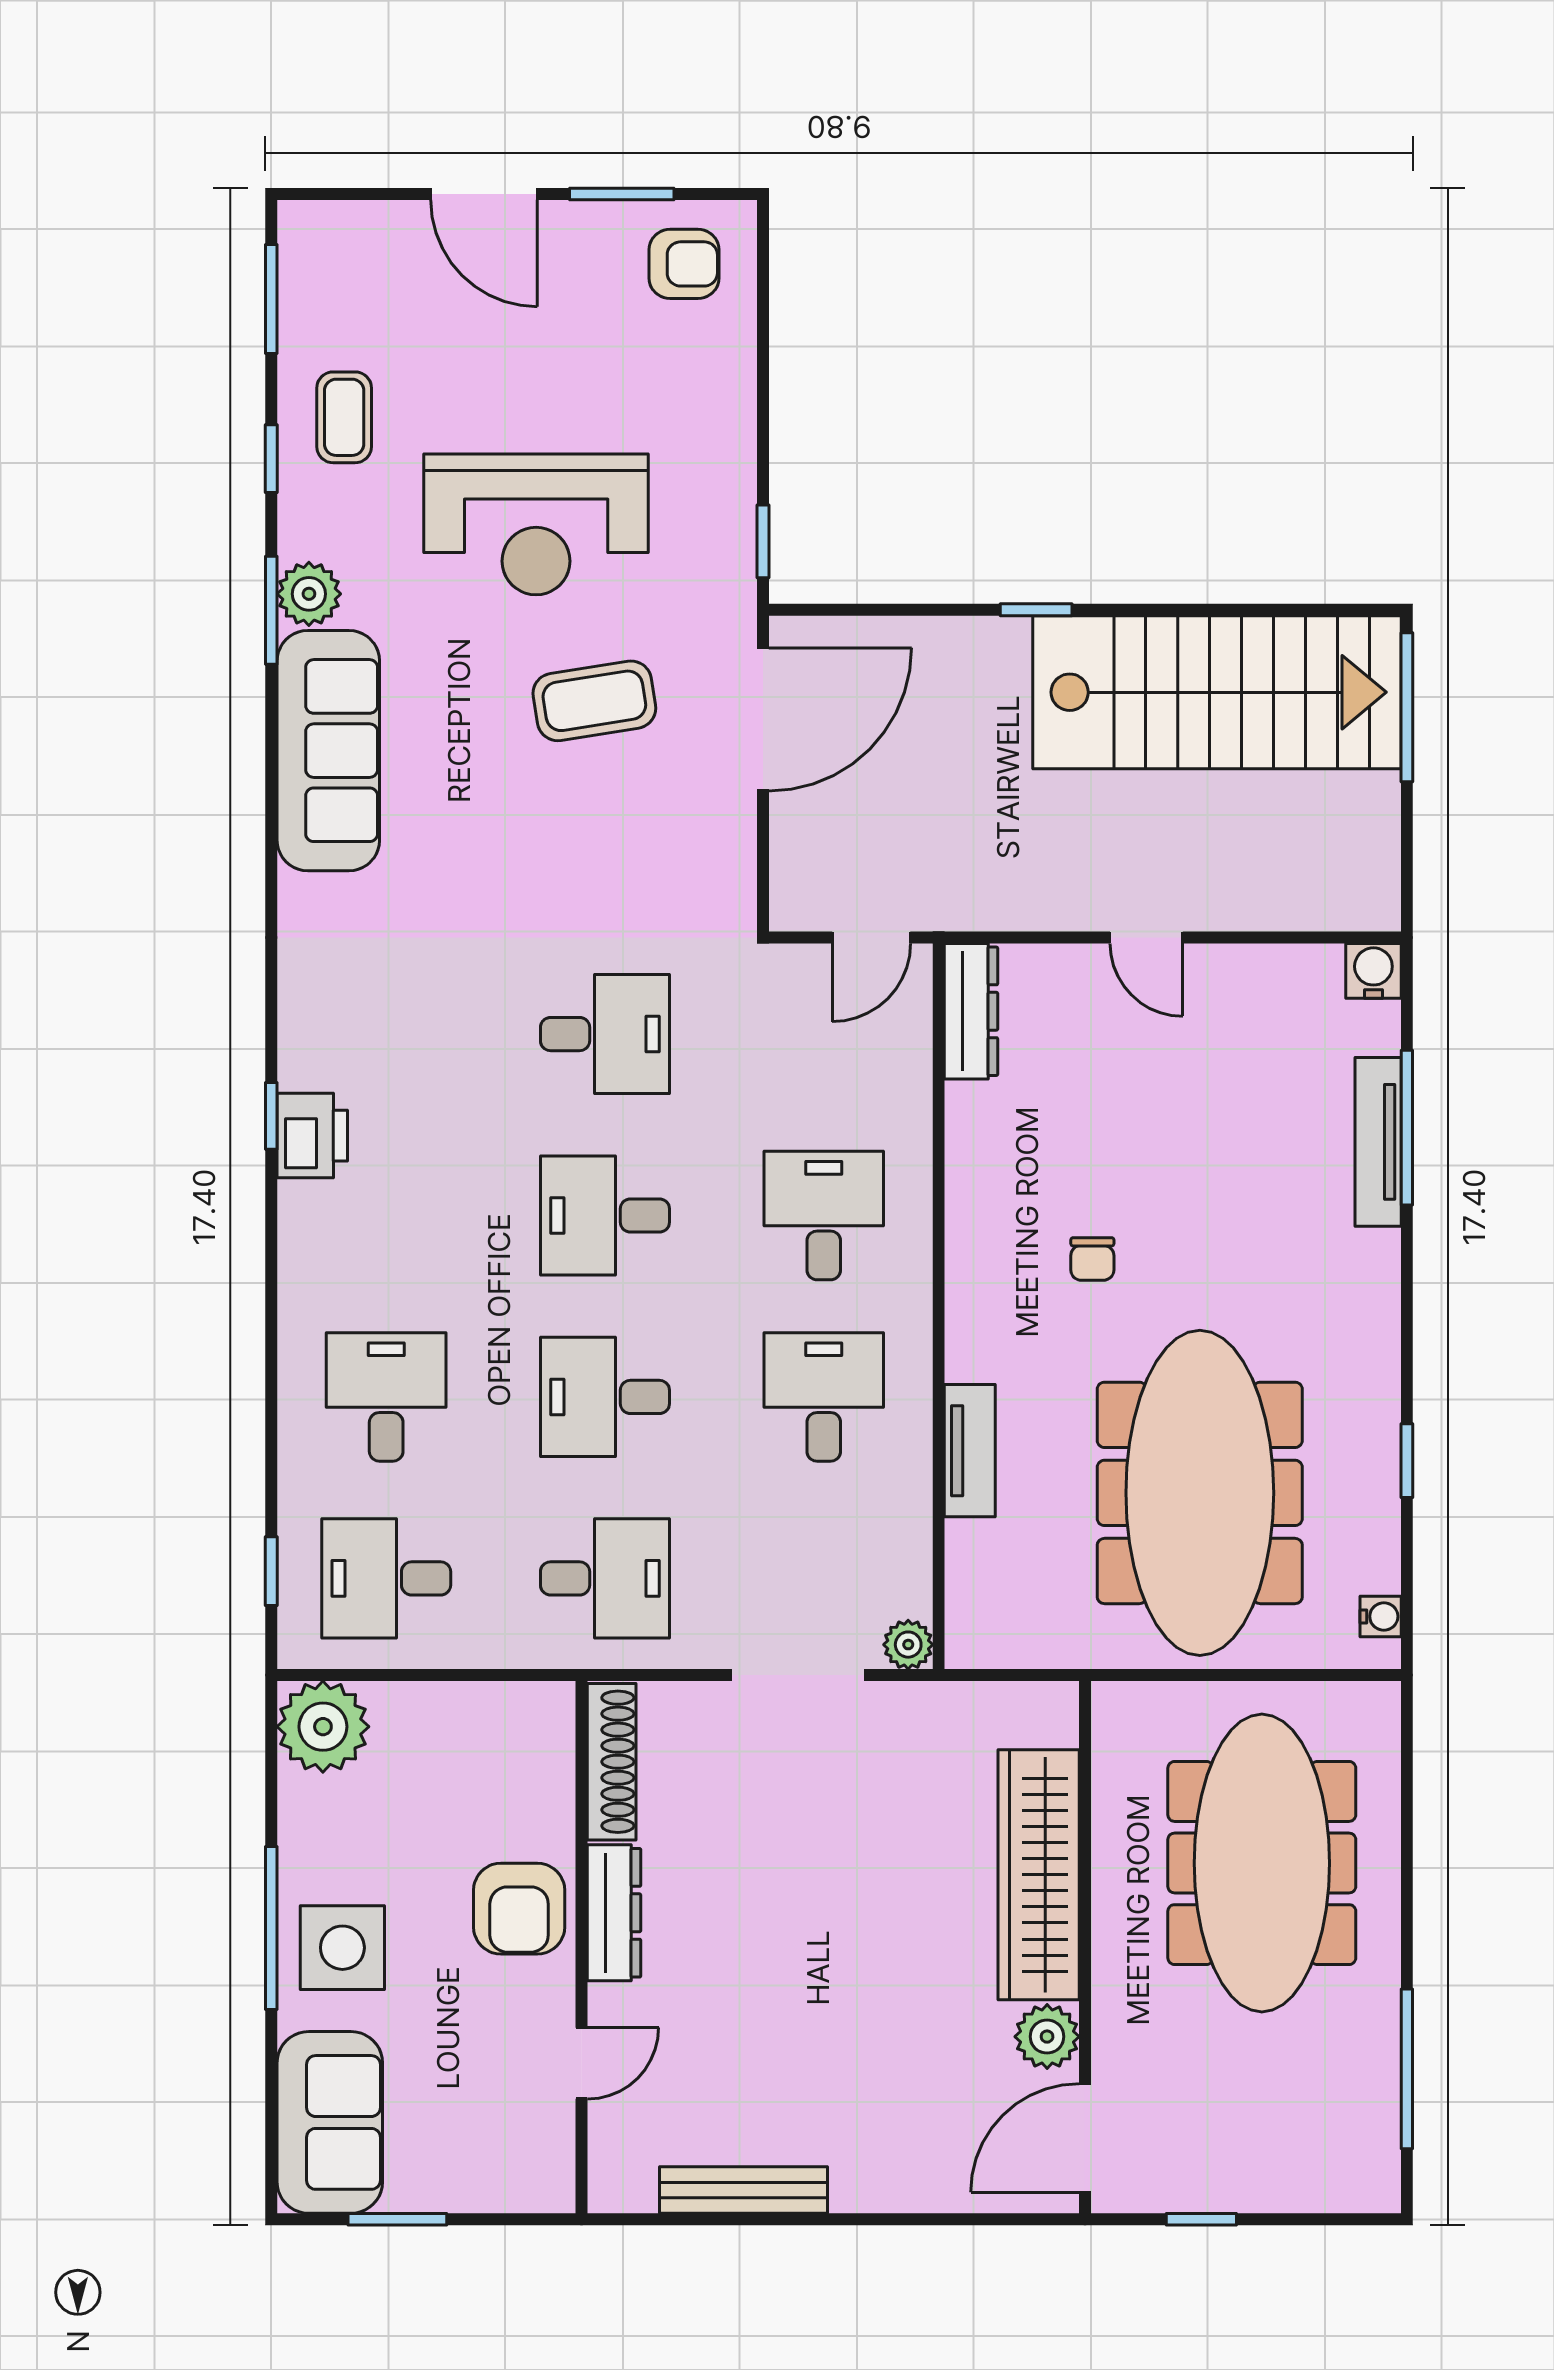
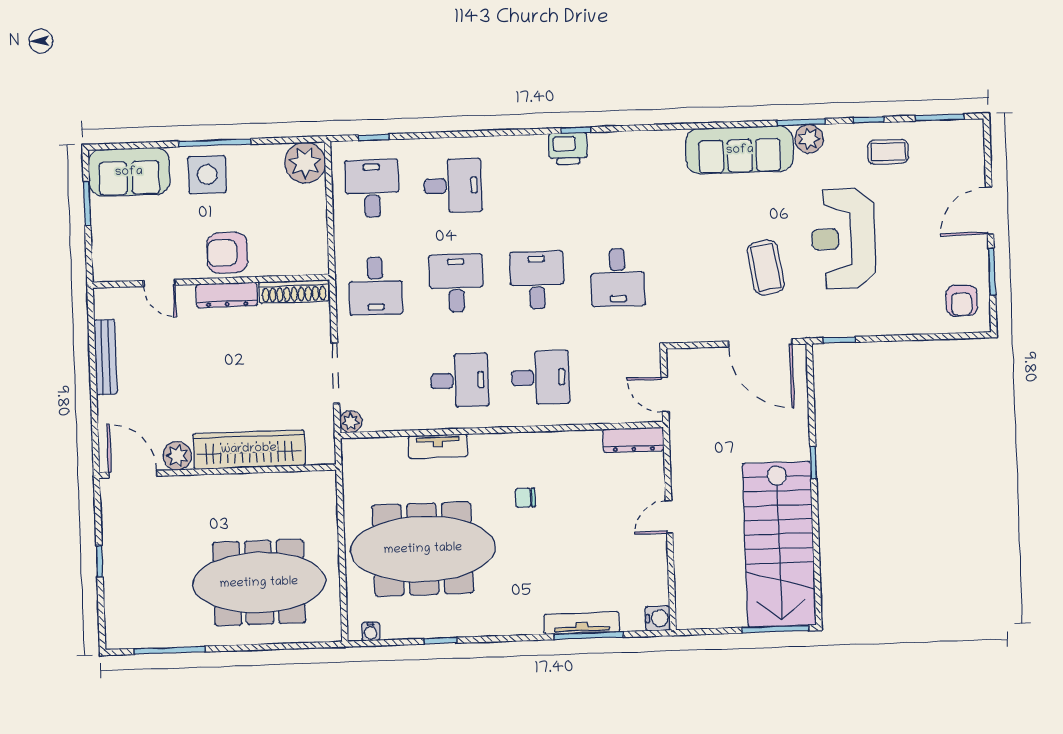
wardrobe: (1039, 1875) -> (249, 449), moved
wall: (1085, 1947) -> (218, 471), moved
plant: (1047, 2037) -> (177, 456), moved
door: (1085, 2138) -> (133, 474), moved

